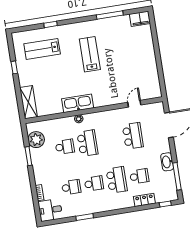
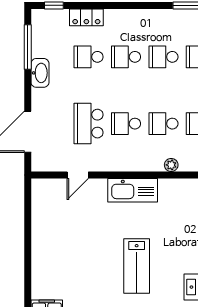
kitchen sink: (78, 103) -> (133, 190), moved
school desk: (110, 139) -> (126, 124), added
school desk: (87, 143) -> (163, 124), width x0.54
school desk: (117, 180) -> (126, 57), width x0.54

